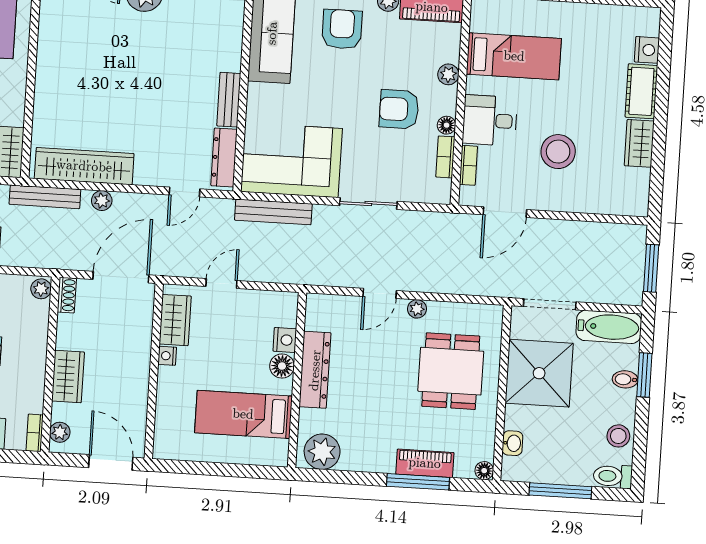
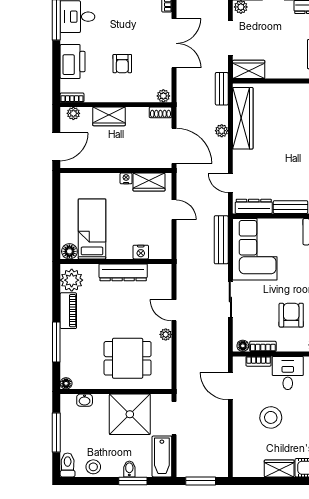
floor lamp: (447, 125) -> (243, 346), moved
bench: (45, 197) -> (222, 89), width x0.73
floor lamp: (282, 366) -> (69, 251), moved
piano: (425, 463) -> (68, 311), moved

